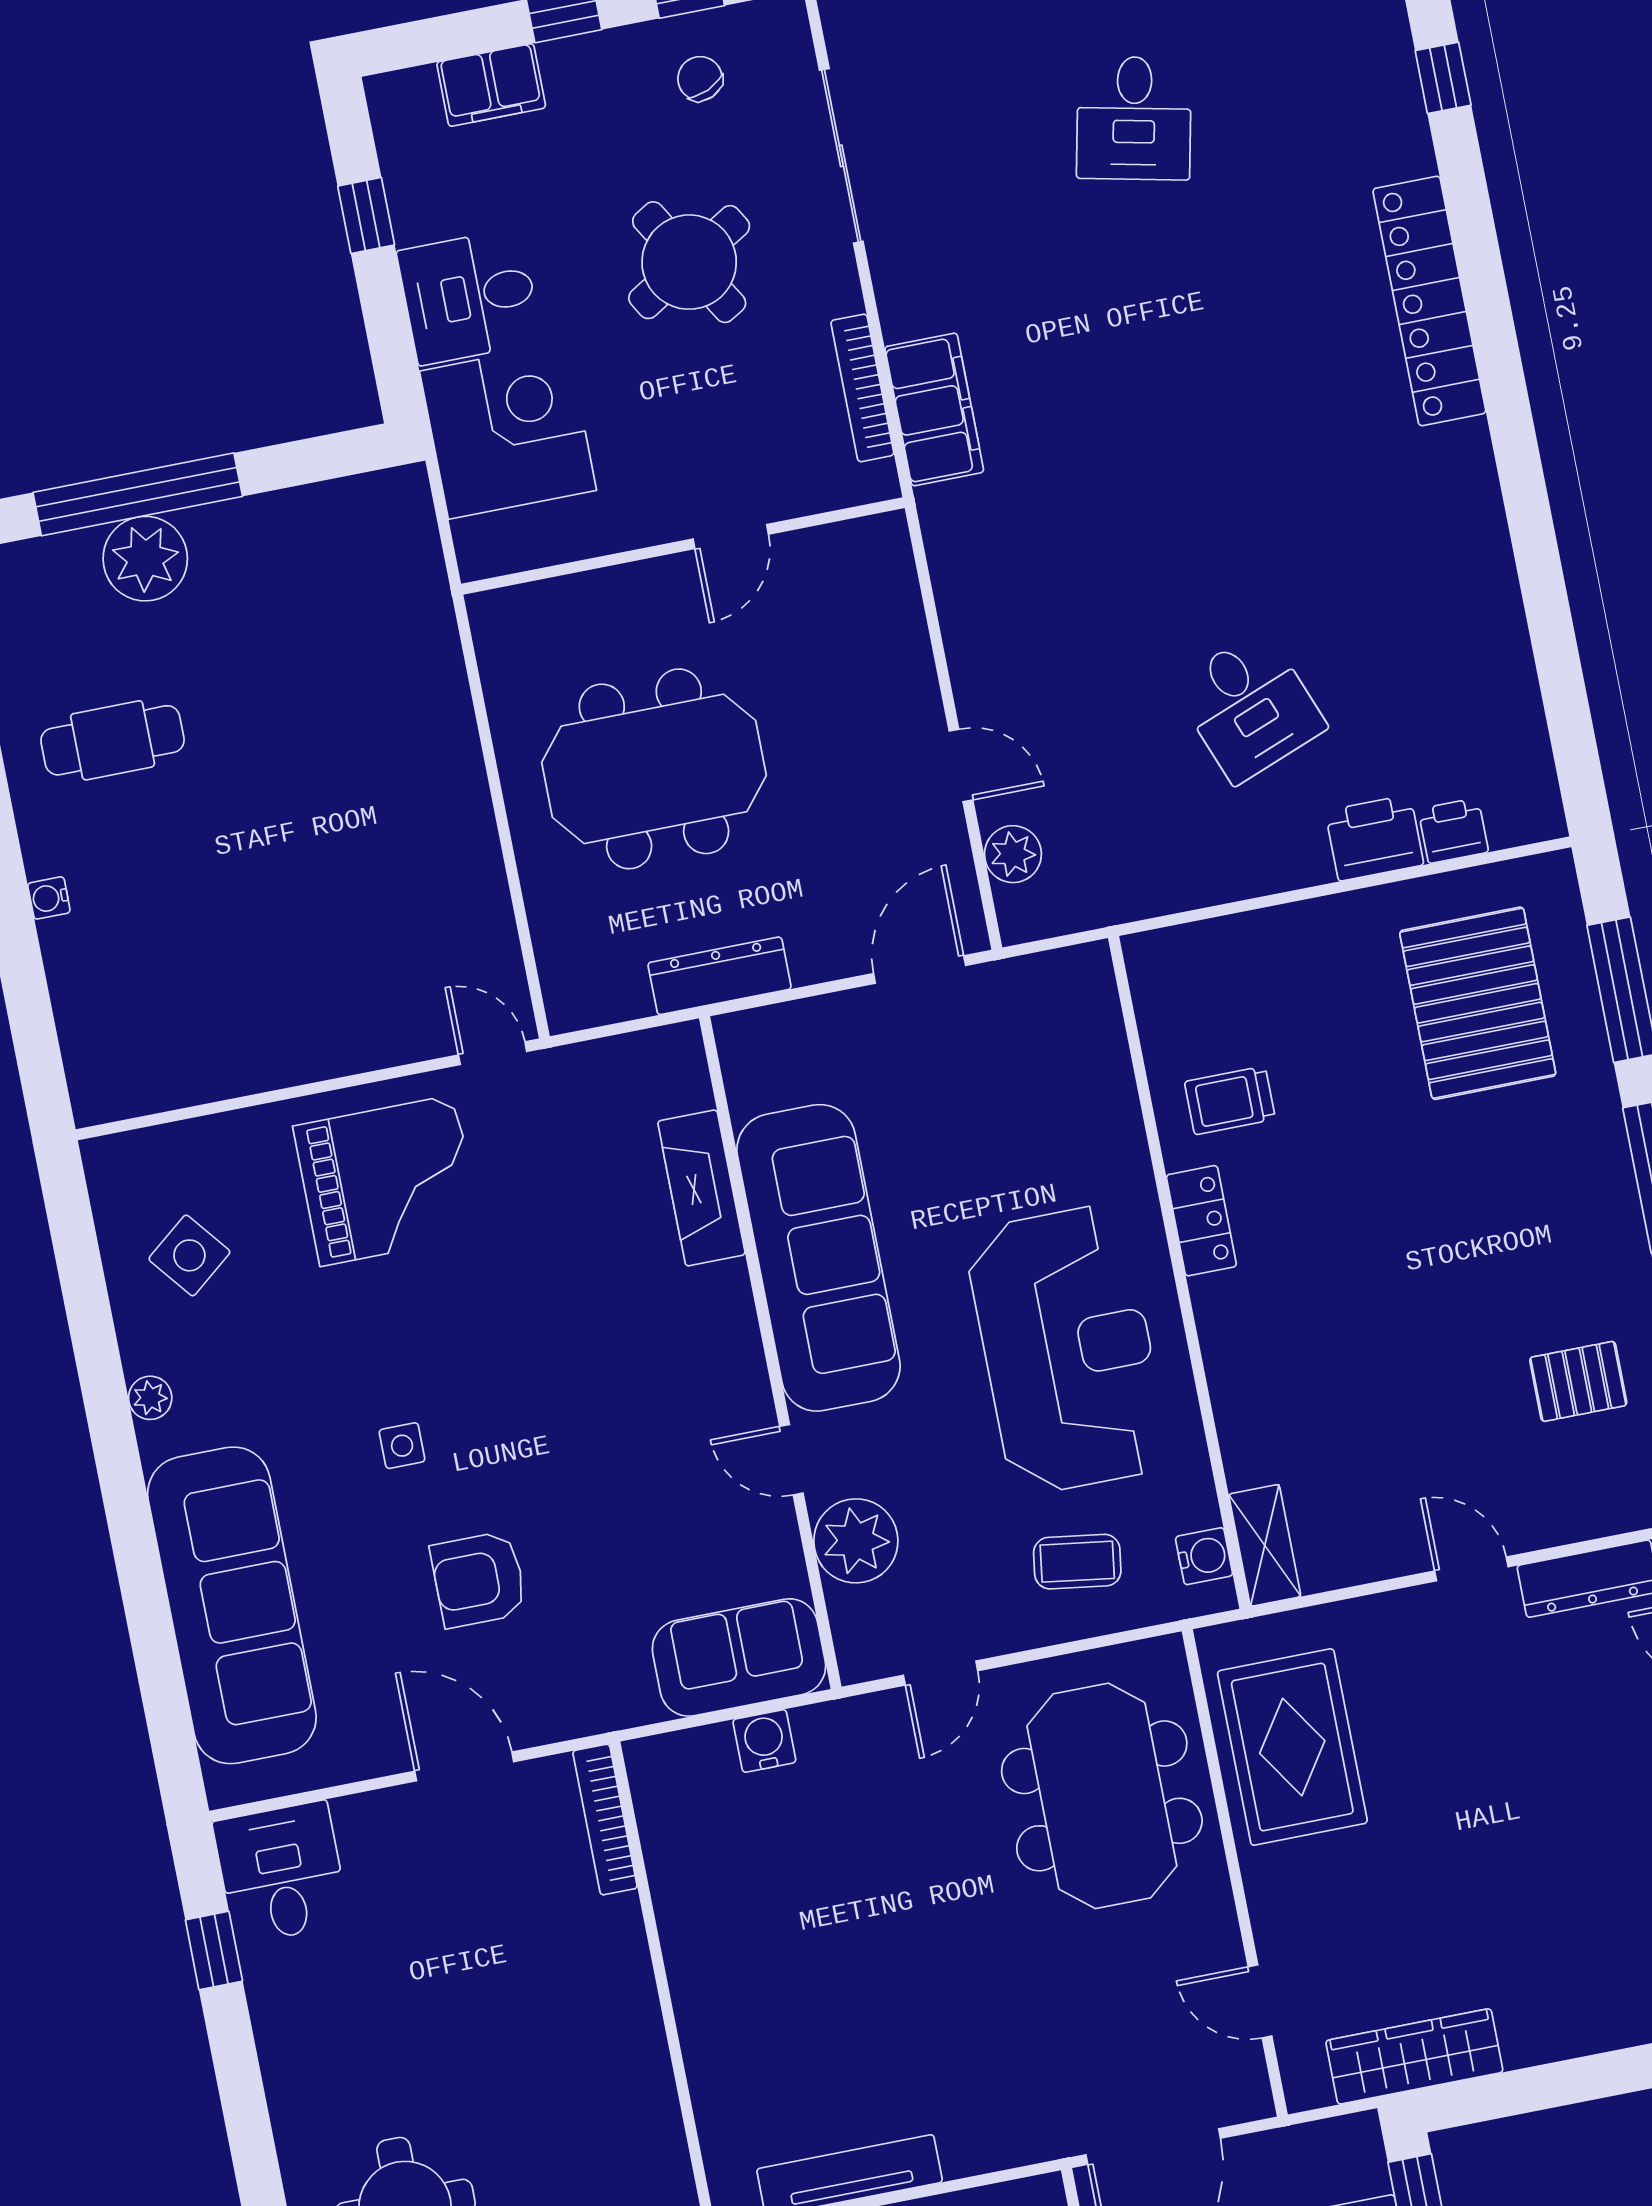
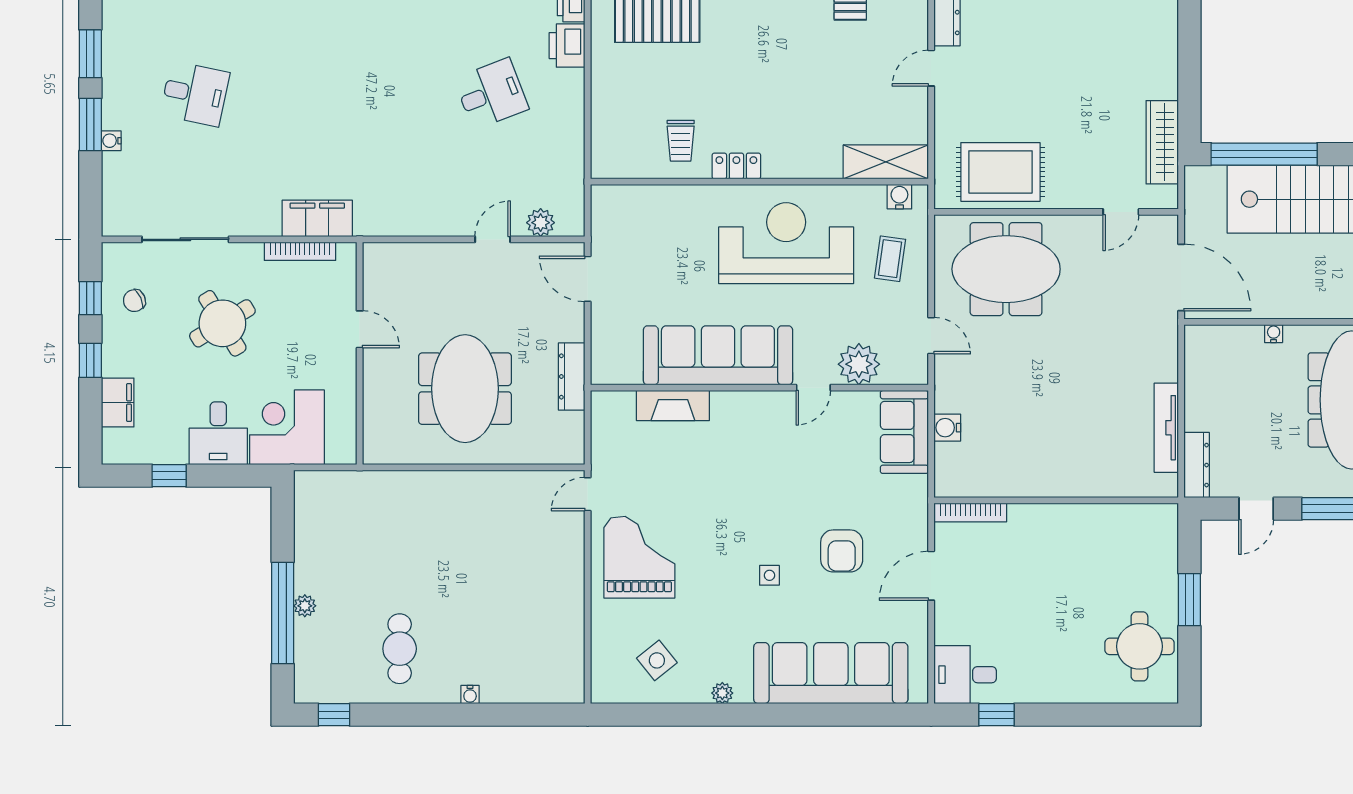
plant: (145, 559) -> (305, 606), width x0.53, depth x0.53
shelving: (1265, 1545) -> (886, 162), width x1.50, depth x1.33

